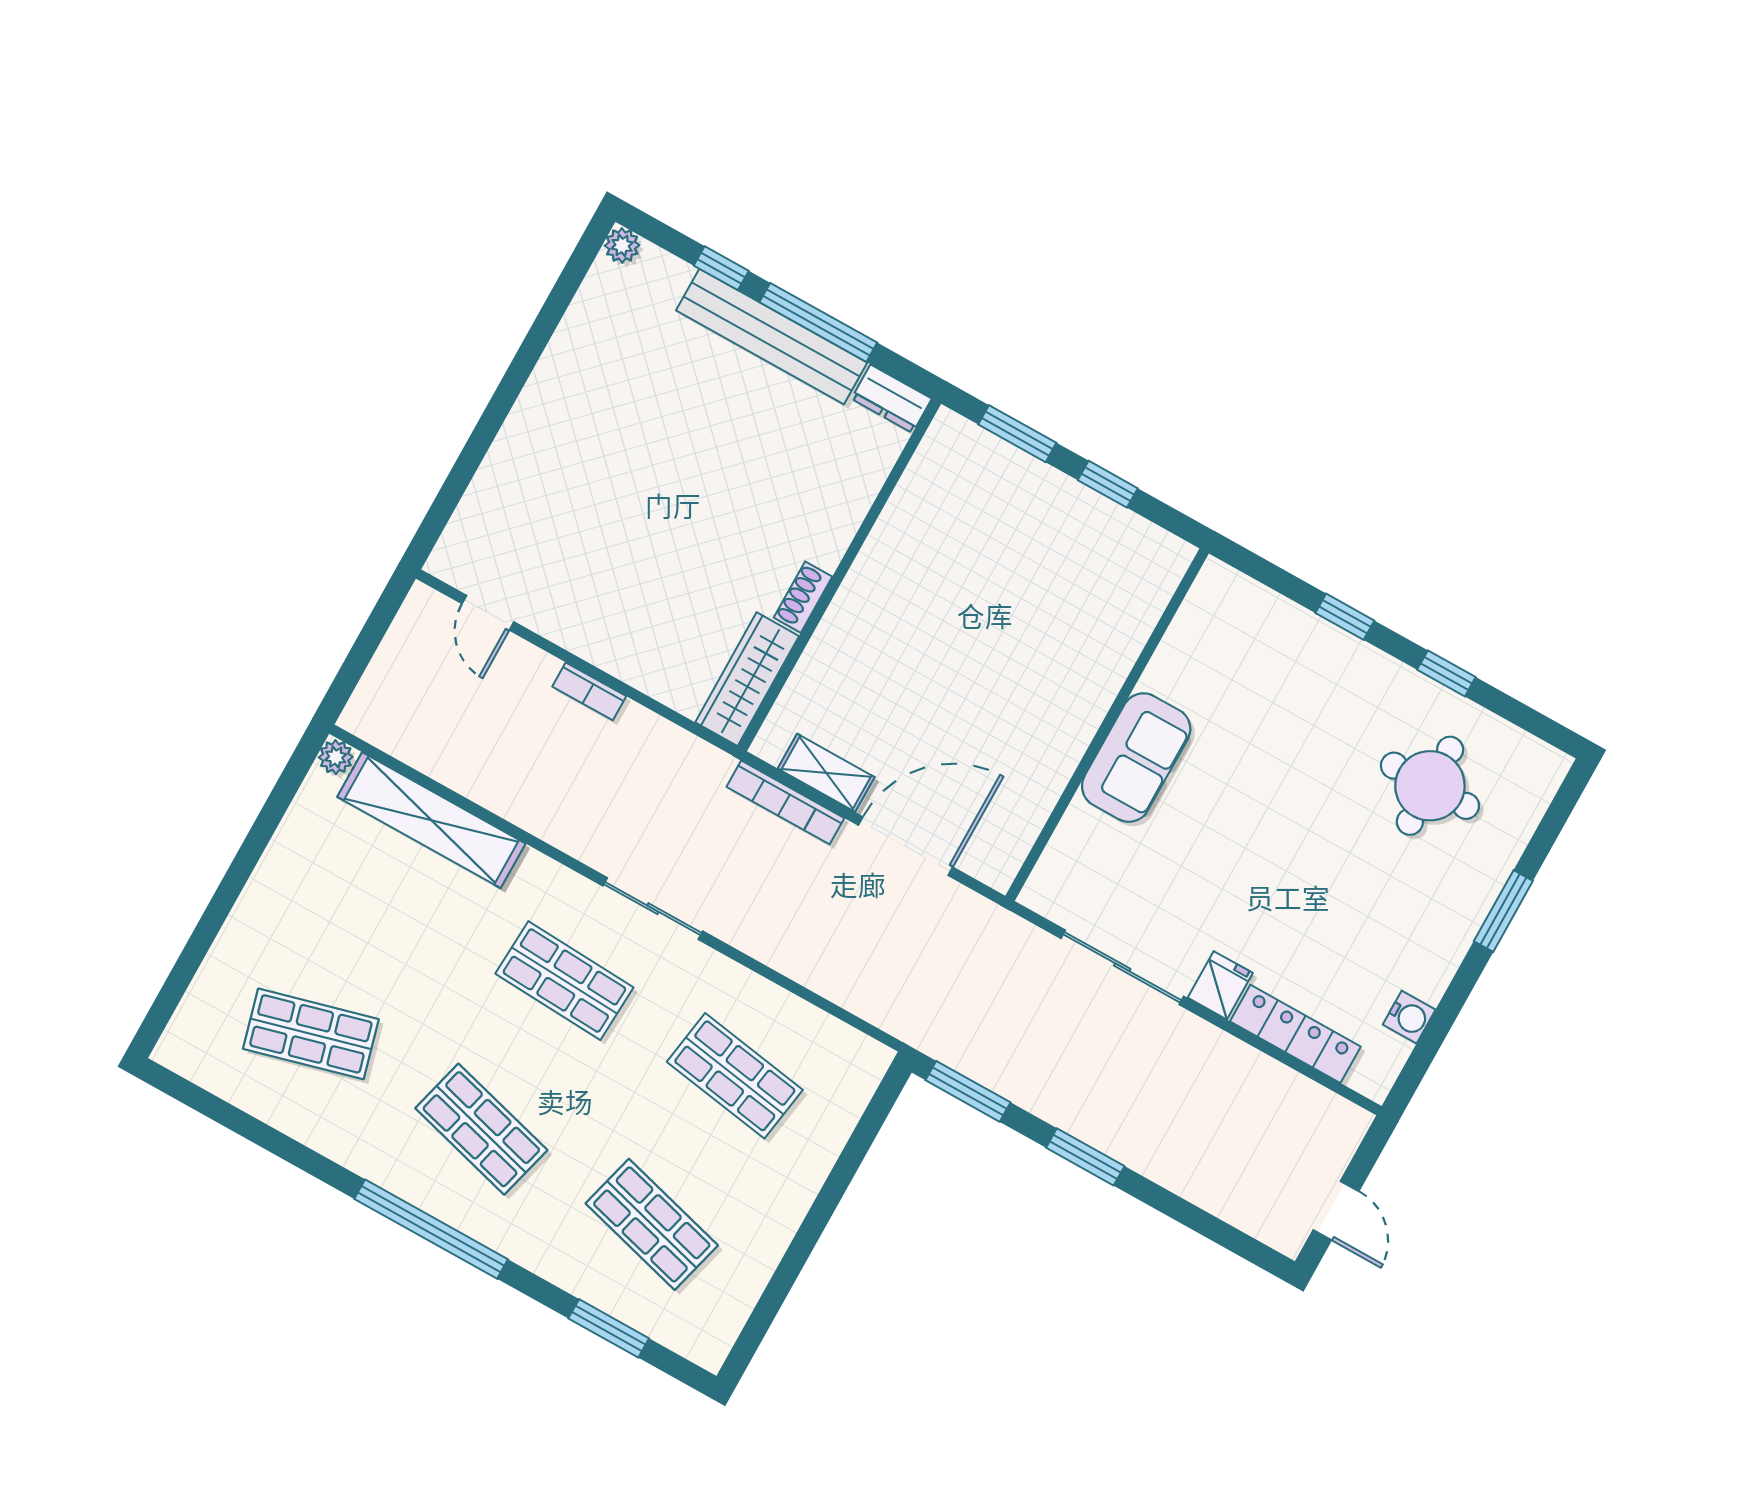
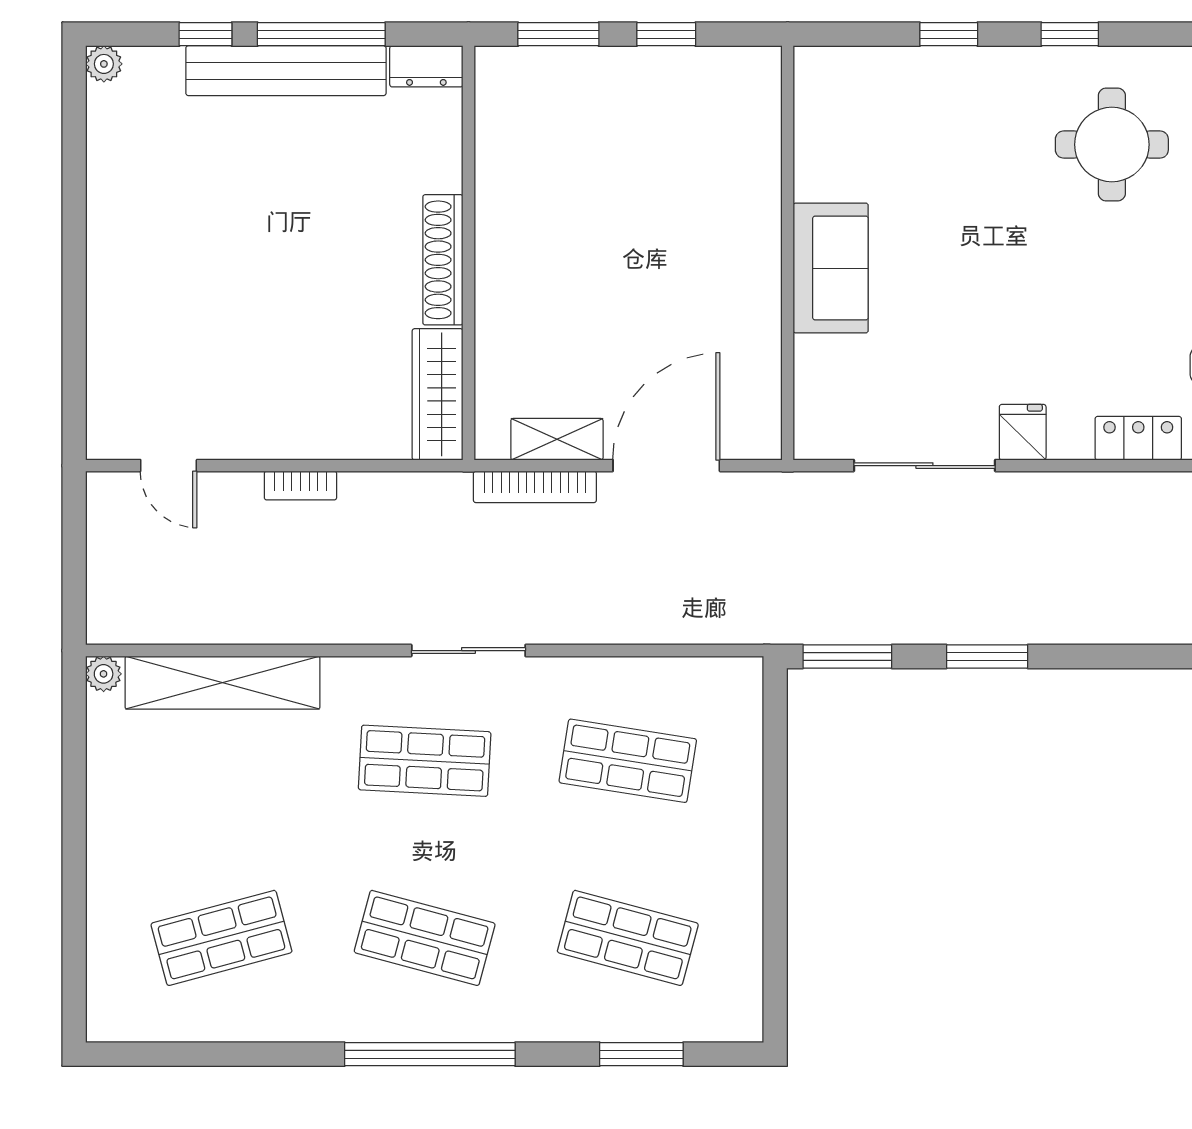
shoe rack: (803, 597) -> (443, 260), width x1.94, depth x1.24
locker: (1295, 1034) -> (1138, 438), width x0.66

